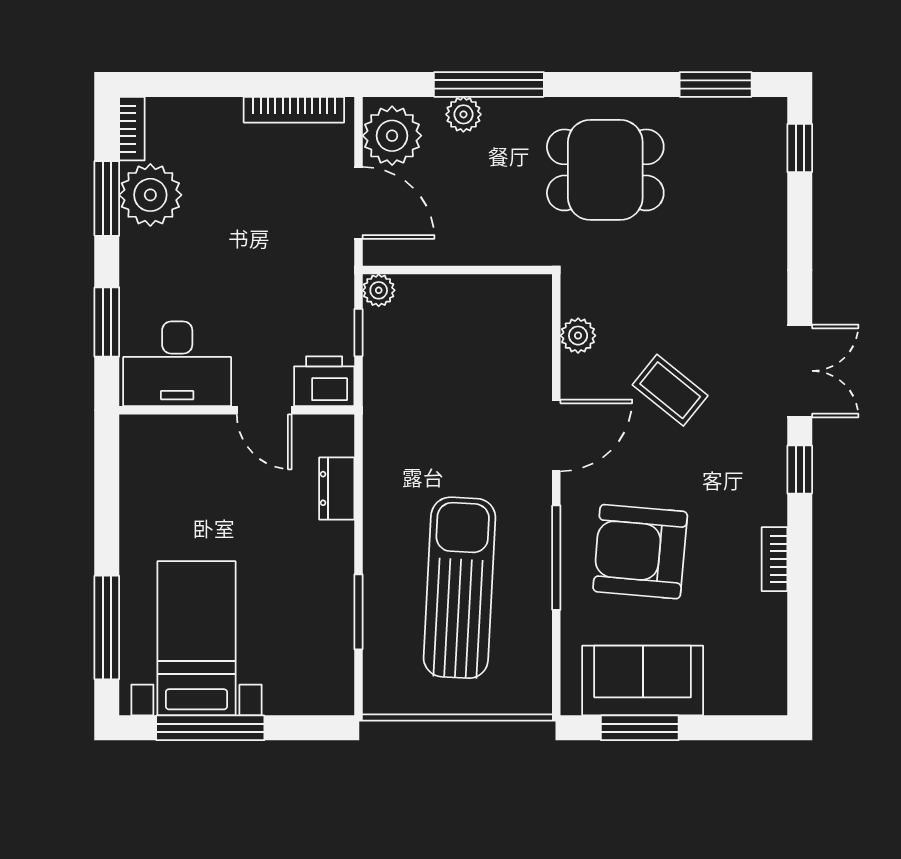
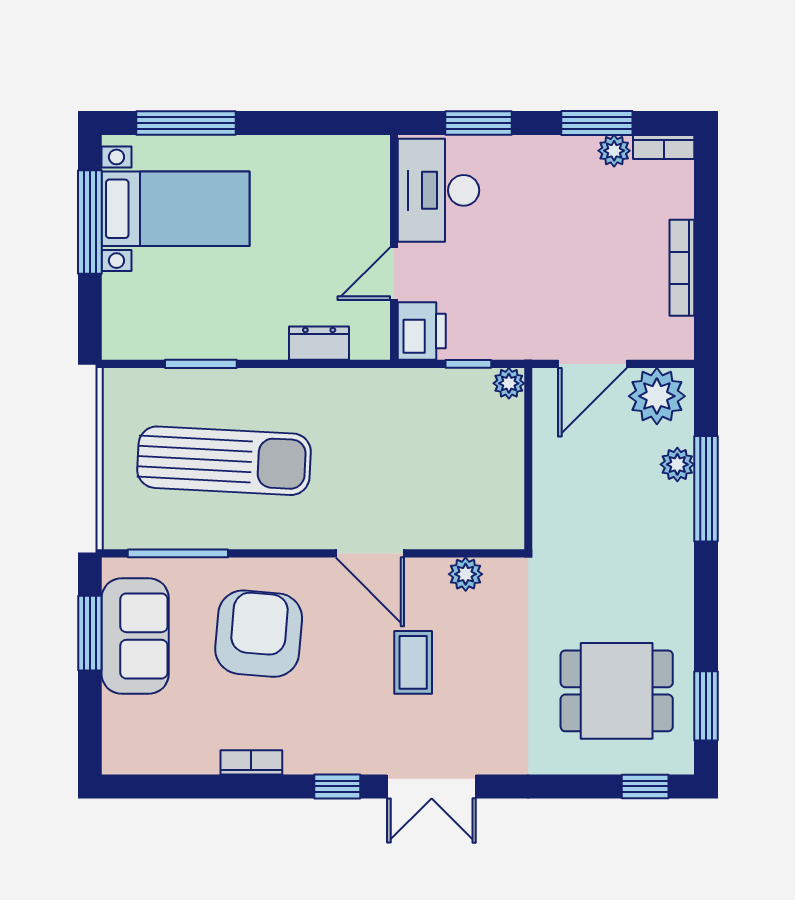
bookcase: (294, 110) -> (682, 268), moved
dining table: (605, 170) -> (617, 691), moved, turned 90
plant: (150, 195) -> (614, 151), width x0.53, depth x0.53
coffee table: (670, 390) -> (413, 662), turned -39
window: (556, 558) -> (178, 553), moved

